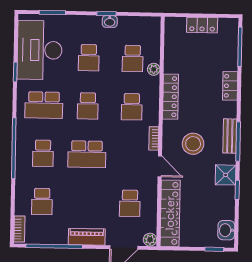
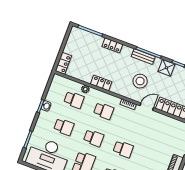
locker: (202, 25) -> (63, 63), moved
locker: (170, 97) -> (101, 83), width x0.66
school desk: (87, 154) -> (123, 149), width x0.54
school desk: (130, 203) -> (163, 133), removed

